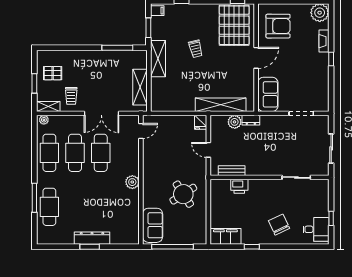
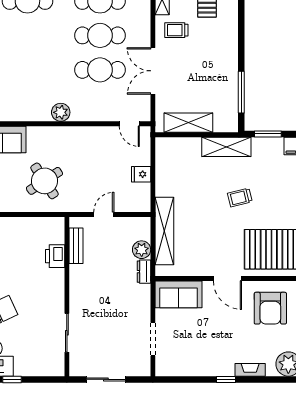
fridge: (201, 122) -> (141, 174), moved

